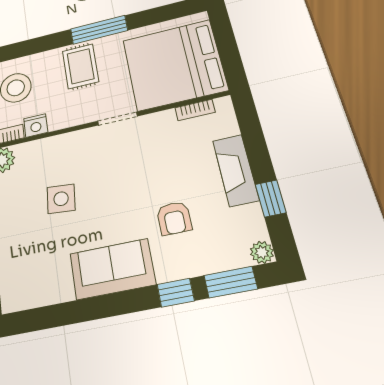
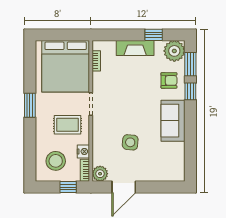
window: (99, 30) -> (30, 105), width x0.69
rug: (81, 66) -> (67, 125), moved
armchair: (174, 218) -> (169, 80), moved
plant: (262, 252) -> (174, 51), width x1.87, depth x1.87

